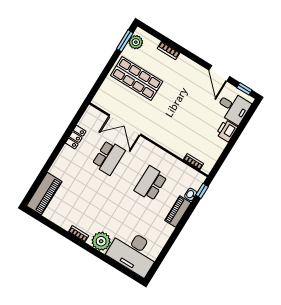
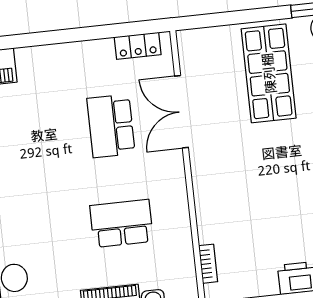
locker: (76, 137) -> (138, 46), moved
school desk: (109, 157) -> (111, 126), turned 90

